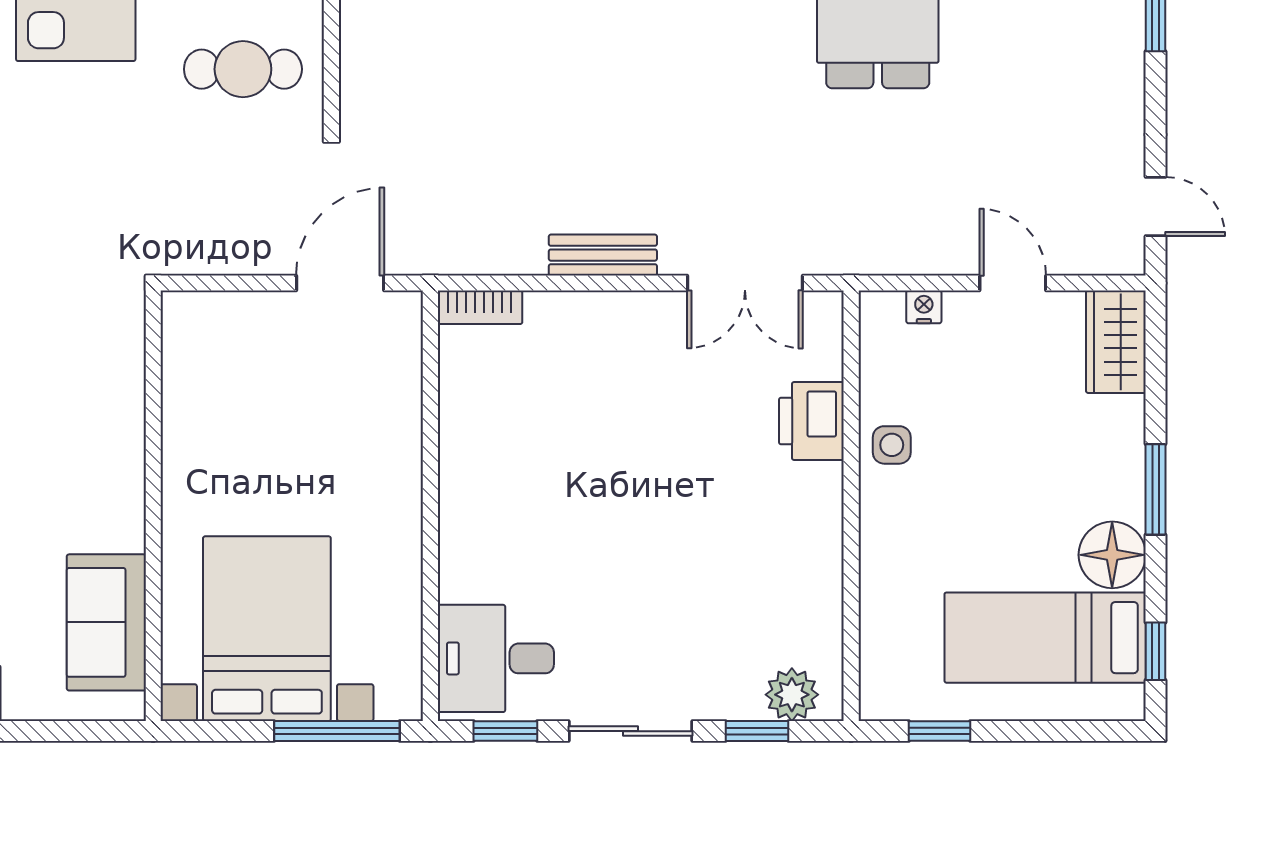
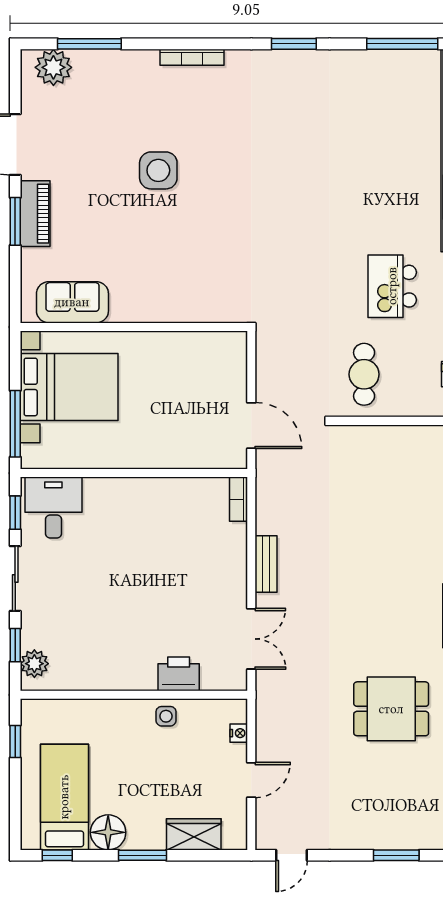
double door: (745, 283) -> (251, 639), swing flipped
wardrobe: (1116, 342) -> (194, 834), moved

